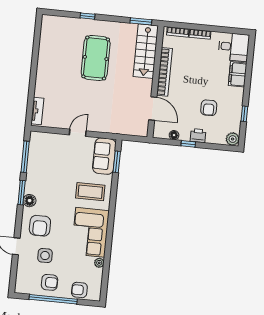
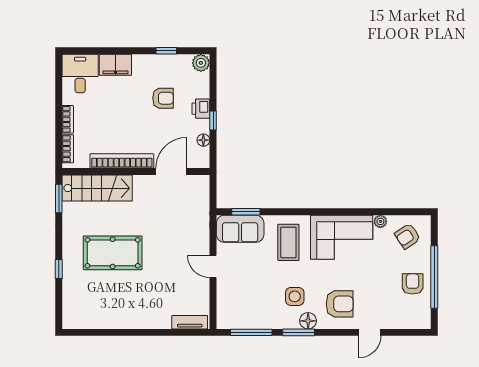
side table: (45, 256) -> (295, 296), moved
armchair: (79, 290) -> (408, 236), moved, turned 56

